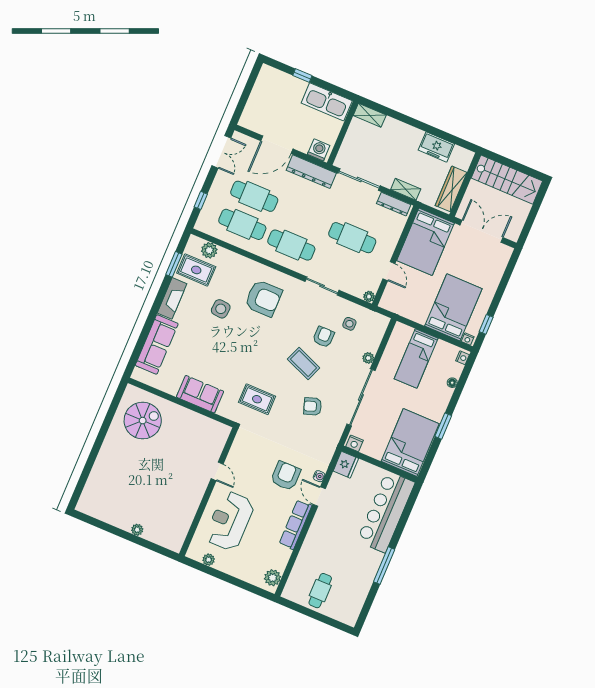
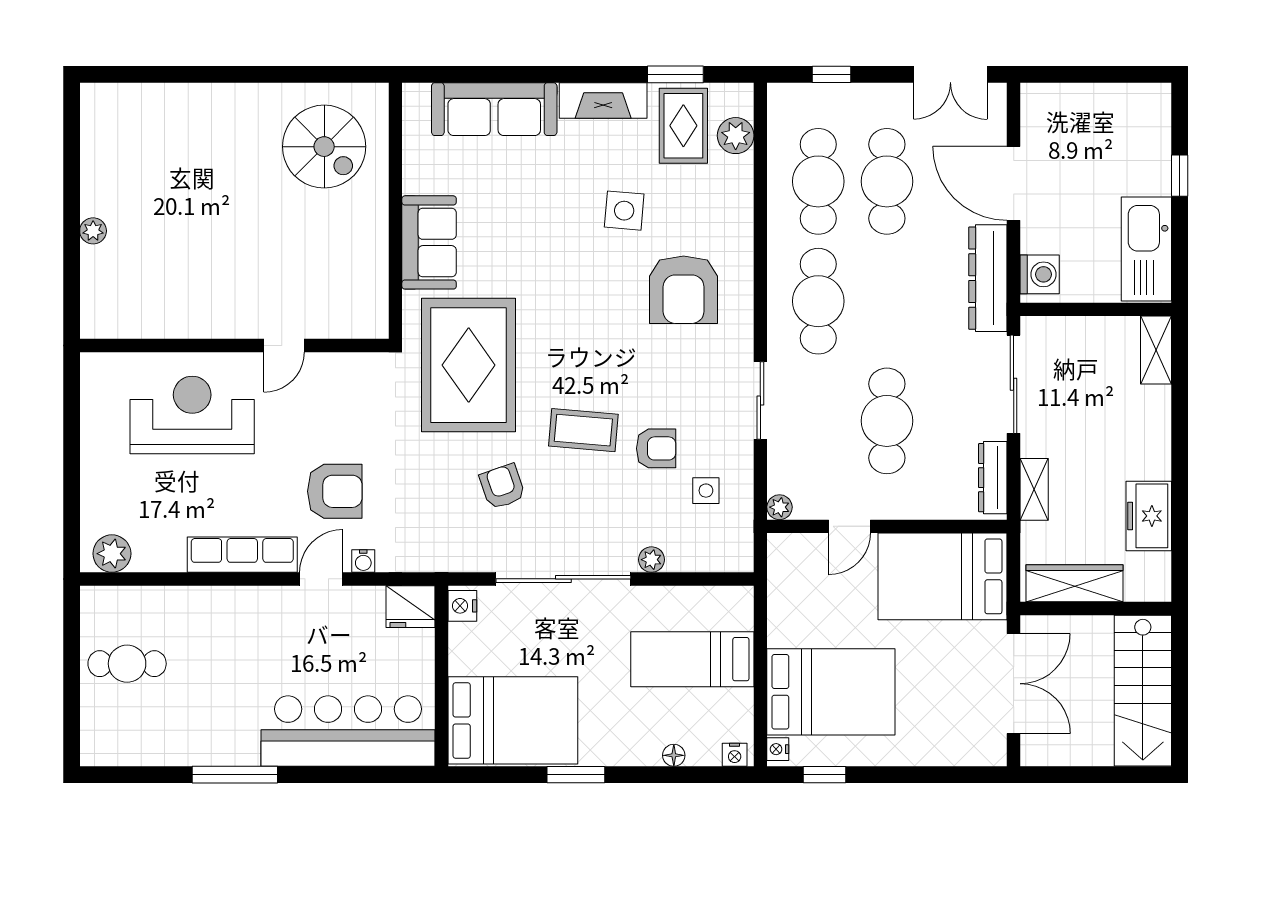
coffee table: (304, 363) -> (583, 430), turned 73
rug: (257, 399) -> (469, 365), width x1.86, depth x2.06
plant: (209, 560) -> (93, 405), removed

